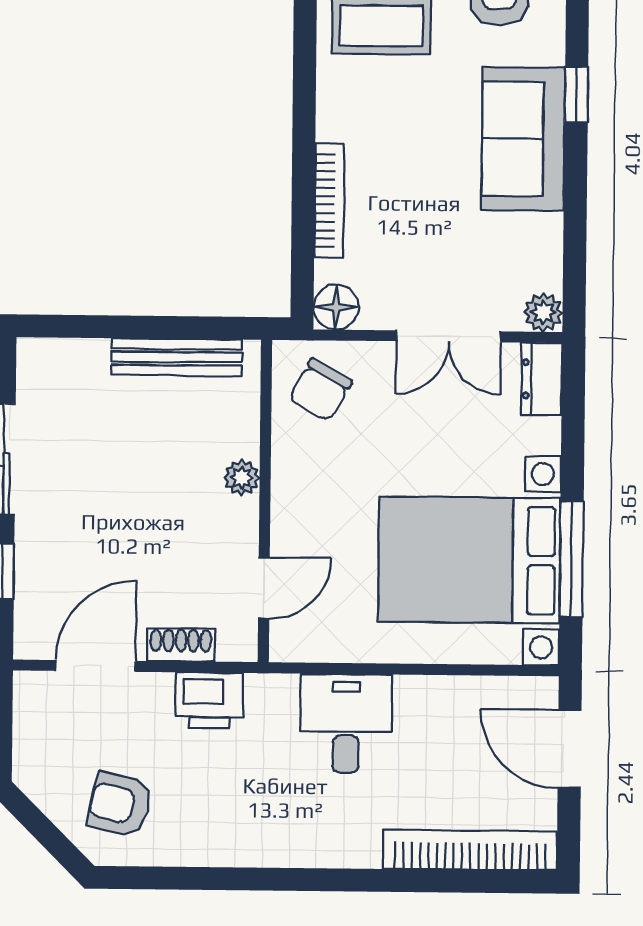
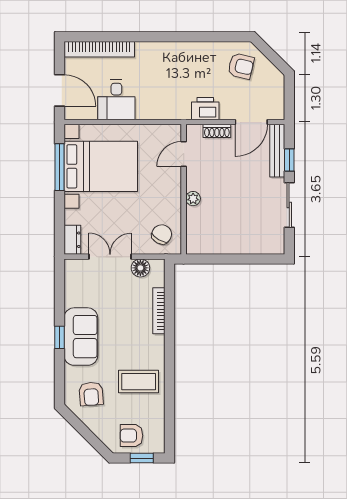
window: (576, 94) -> (60, 337), moved
floor lamp: (336, 307) -> (140, 268), moved
plant: (543, 313) -> (72, 267), removed
bench: (177, 357) -> (277, 151), moved, turned 90
desk: (346, 723) -> (116, 100), moved

